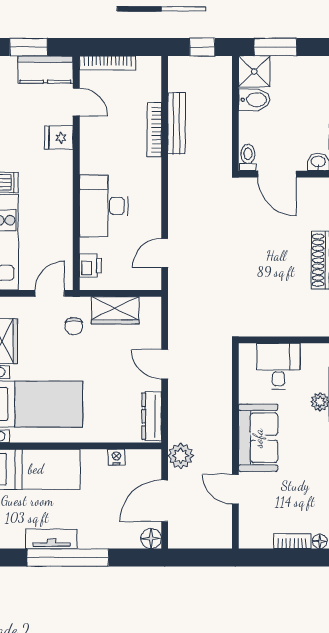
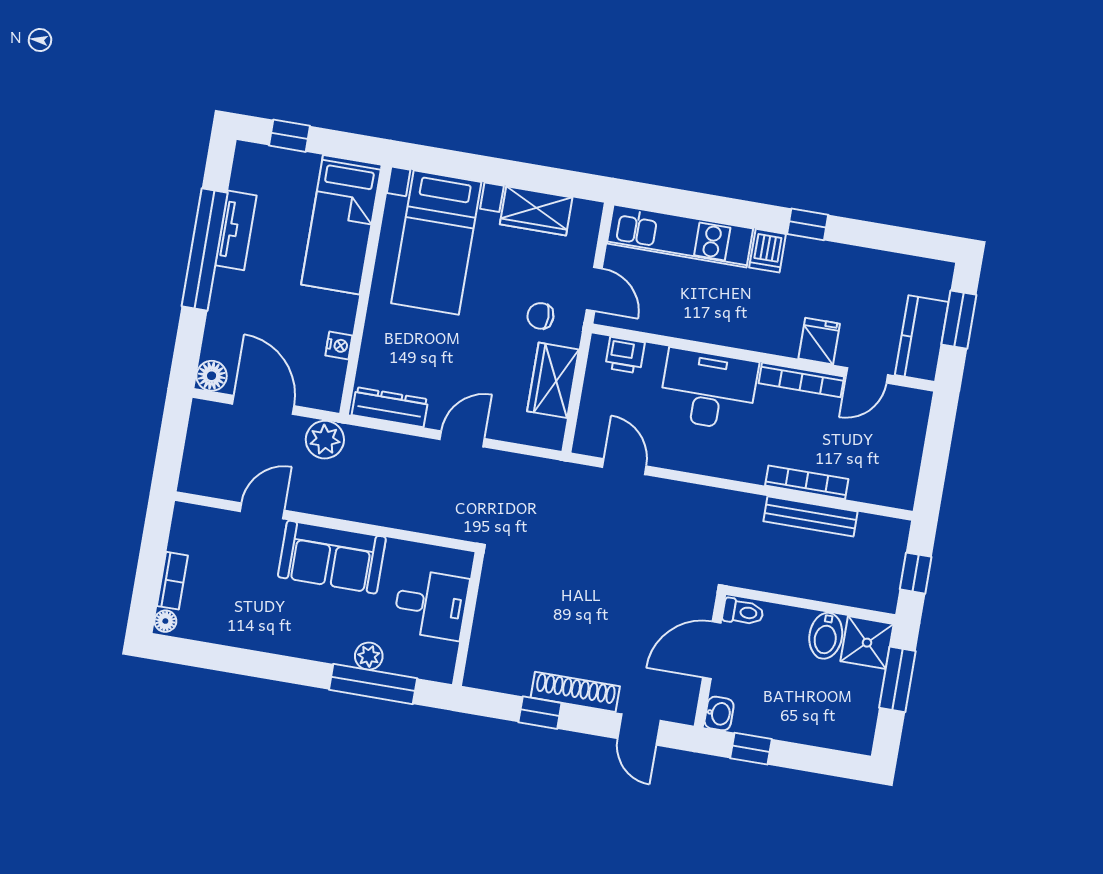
bookcase: (108, 63) -> (801, 380), moved, turned -90

